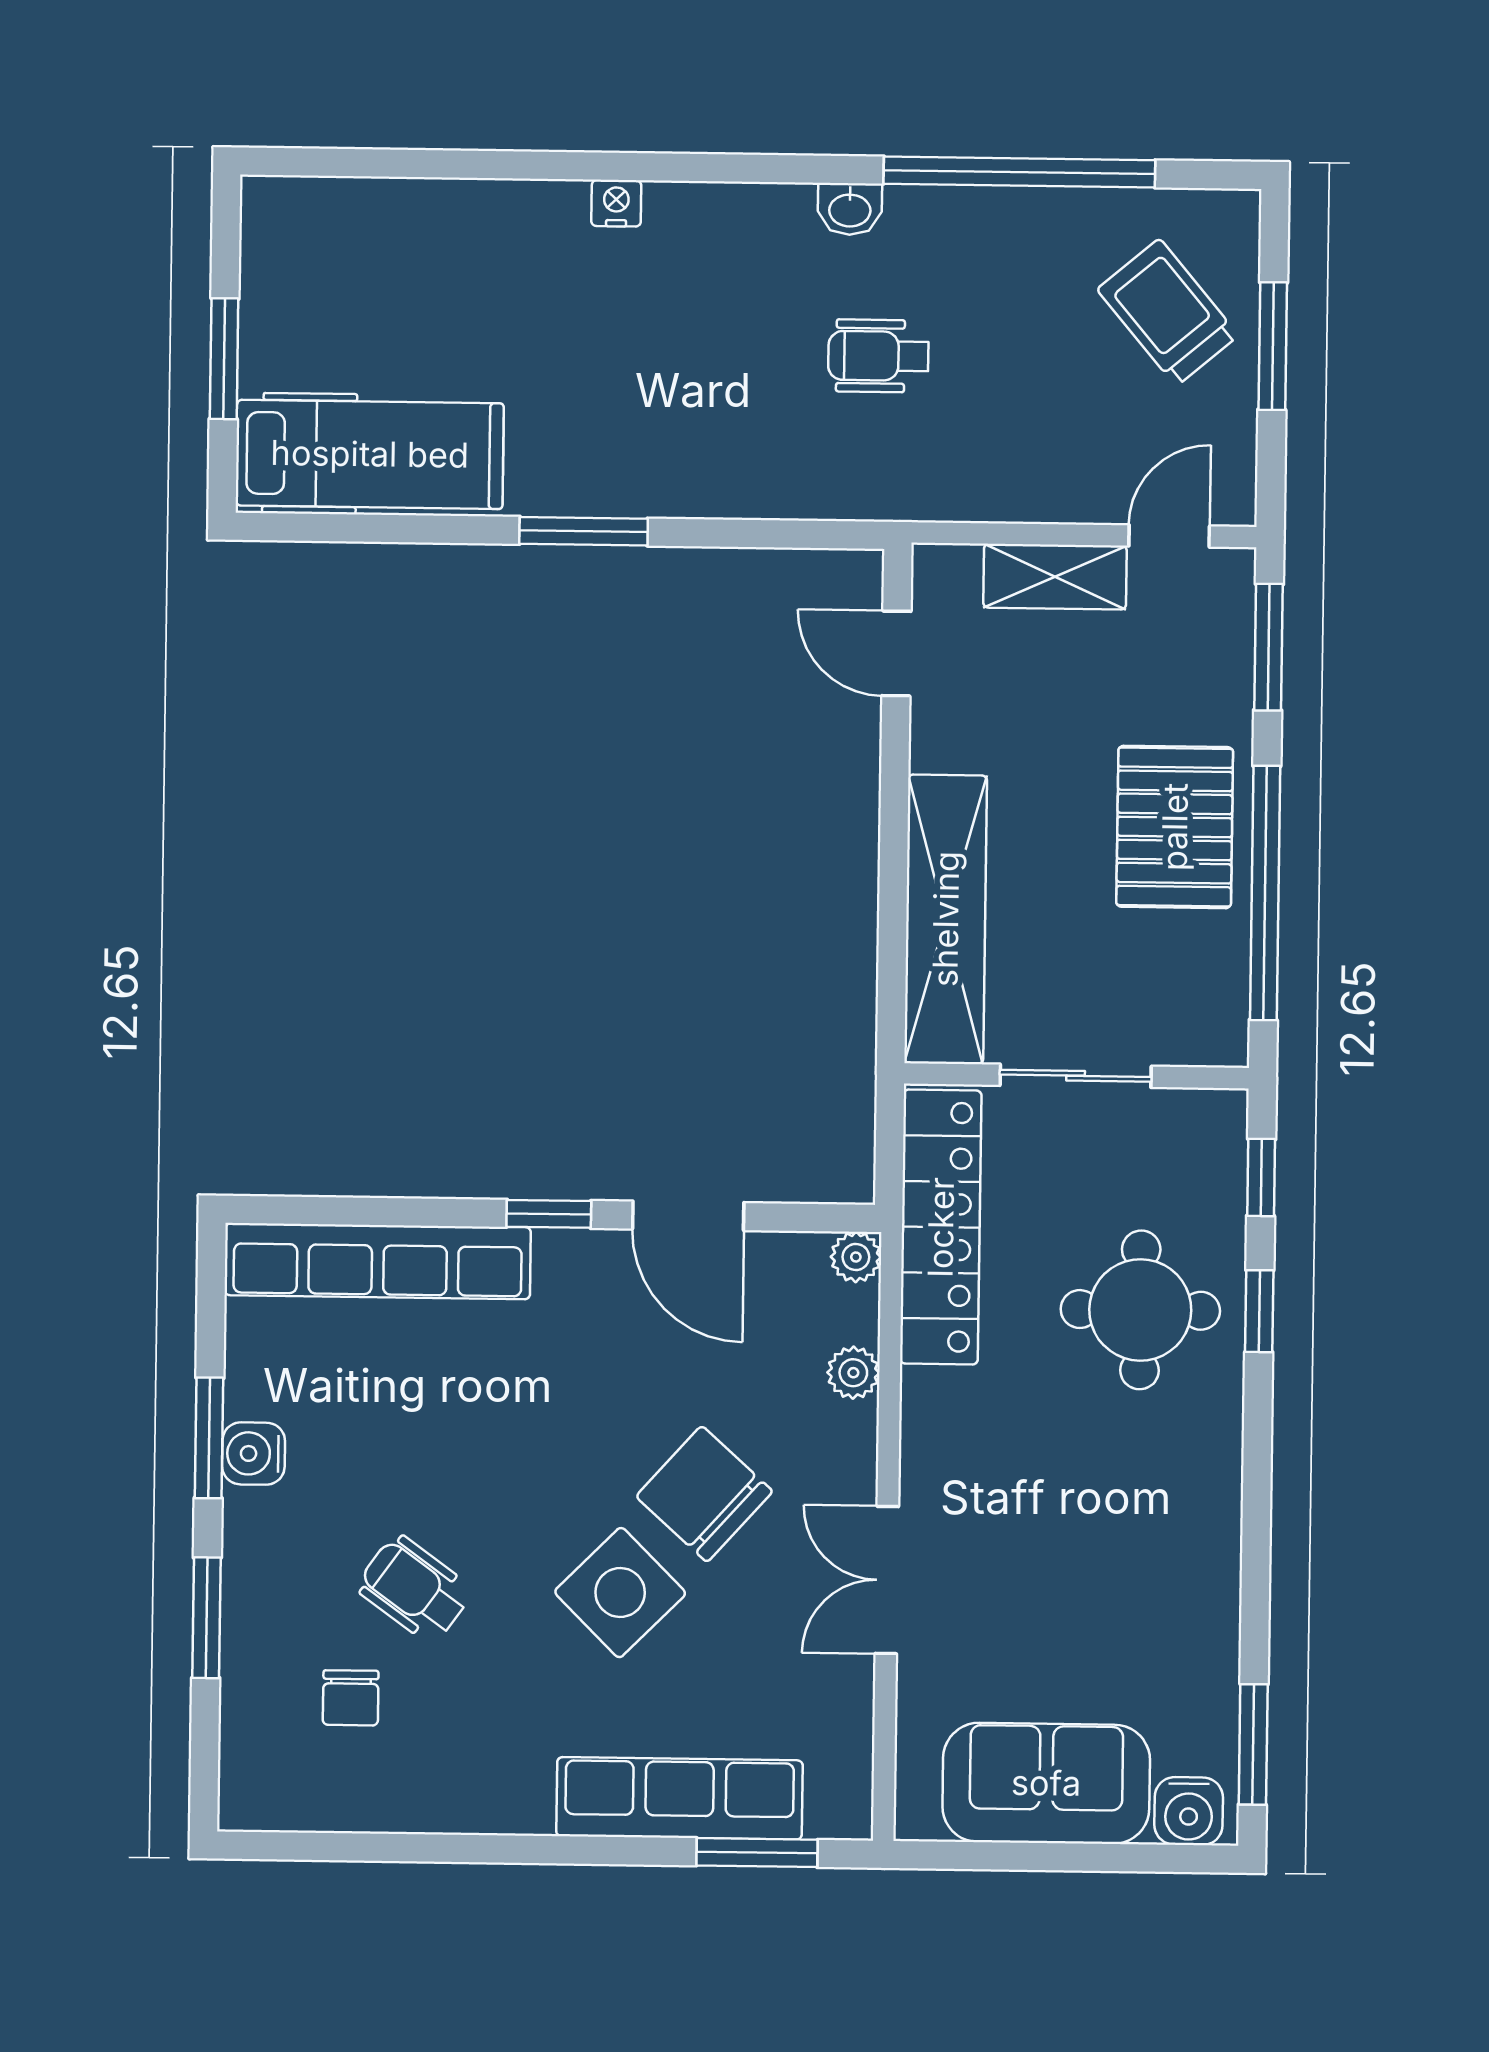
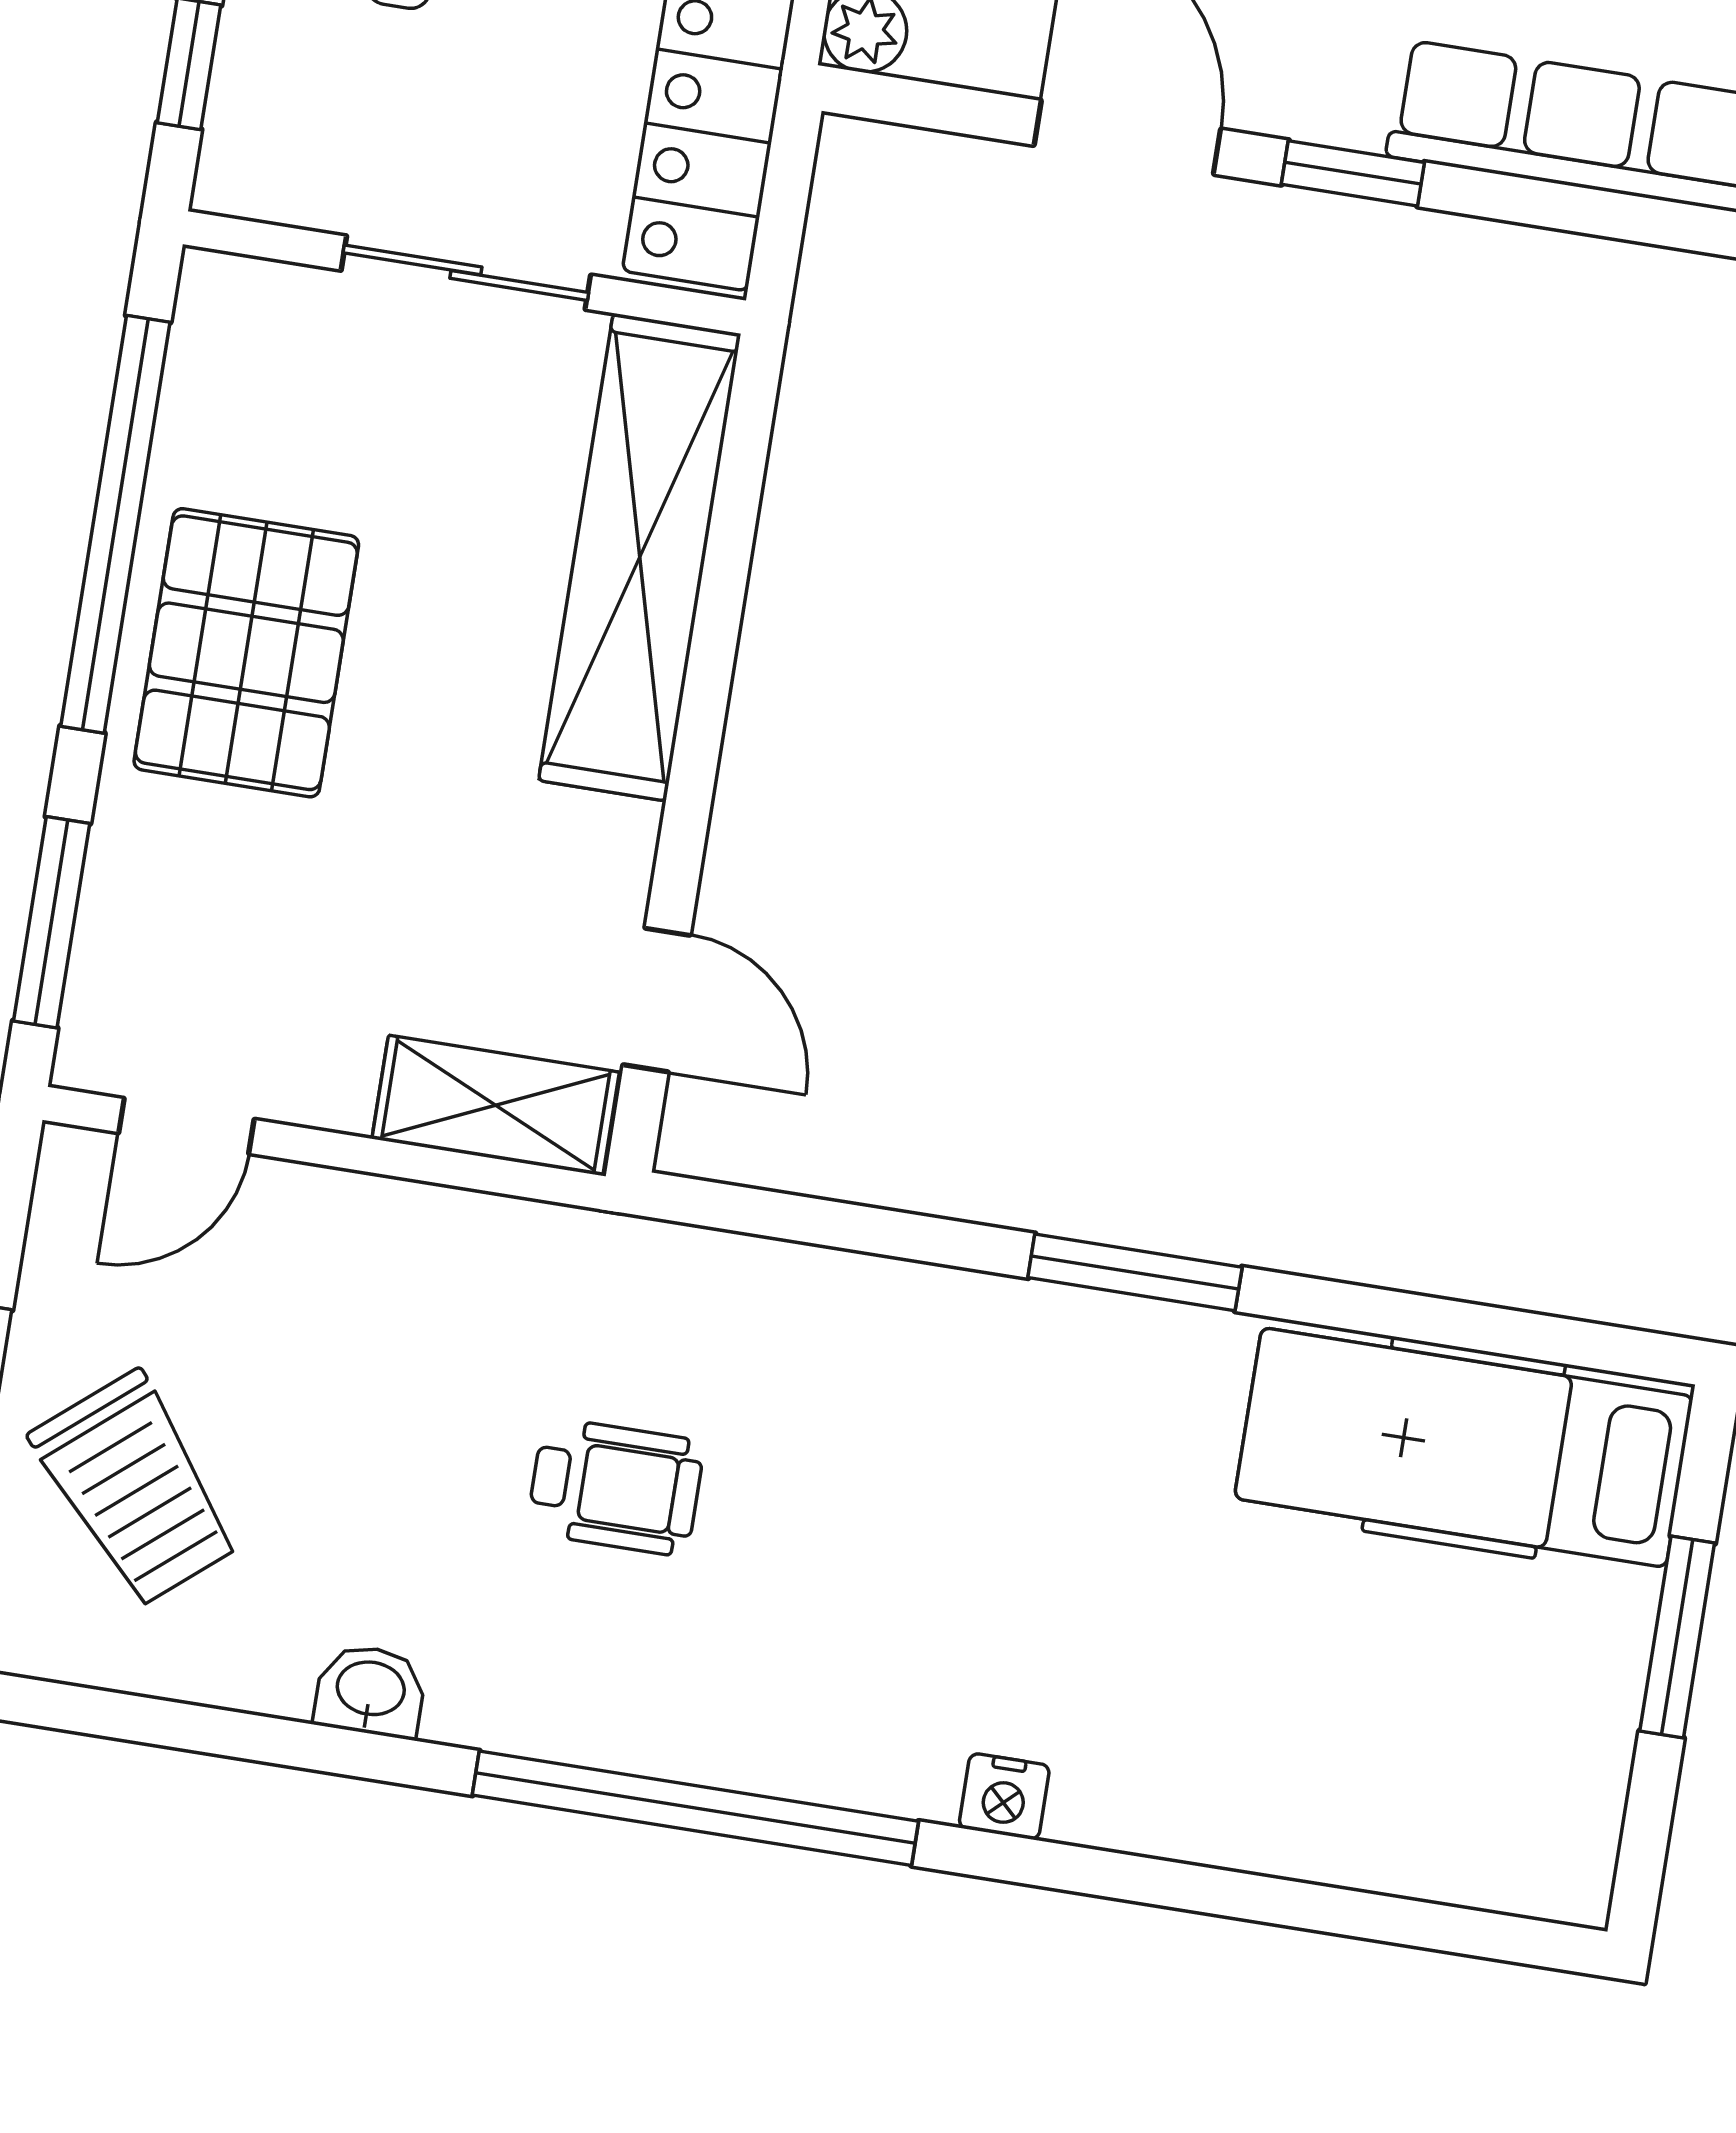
window: (1019, 172) -> (695, 1808), moved
washbasin: (850, 209) -> (370, 1691), moved
shelving: (1055, 577) -> (496, 1105), moved

